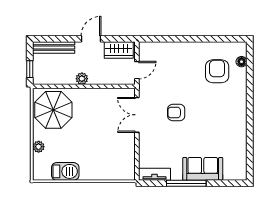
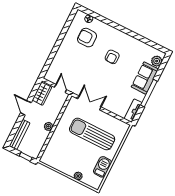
parasol: (53, 110) -> (59, 155), removed
armchair: (176, 113) -> (112, 57), moved
double door: (137, 115) -> (89, 103), swing flipped
sun lounger: (100, 138) -> (92, 134), added
plant: (231, 173) -> (157, 61), added

